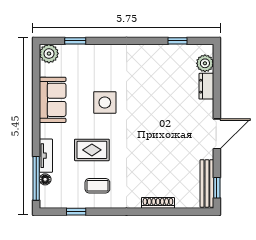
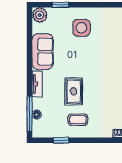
side table: (105, 102) -> (81, 28), moved
rug: (92, 150) -> (74, 91), turned 90
tv unit: (46, 156) -> (37, 84), moved

